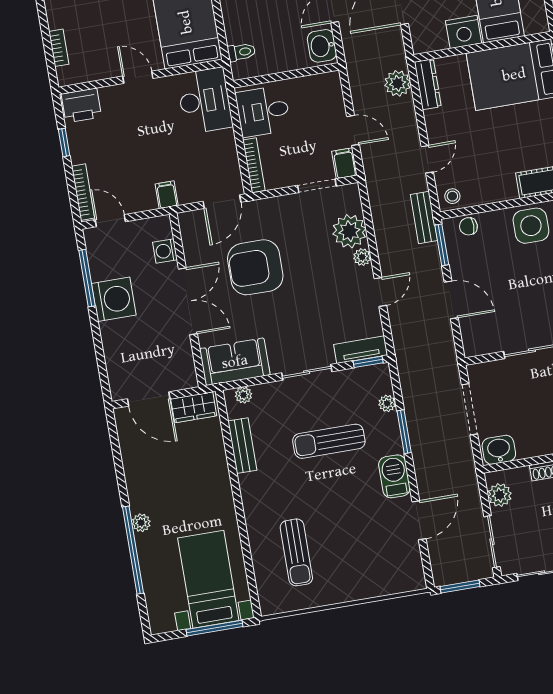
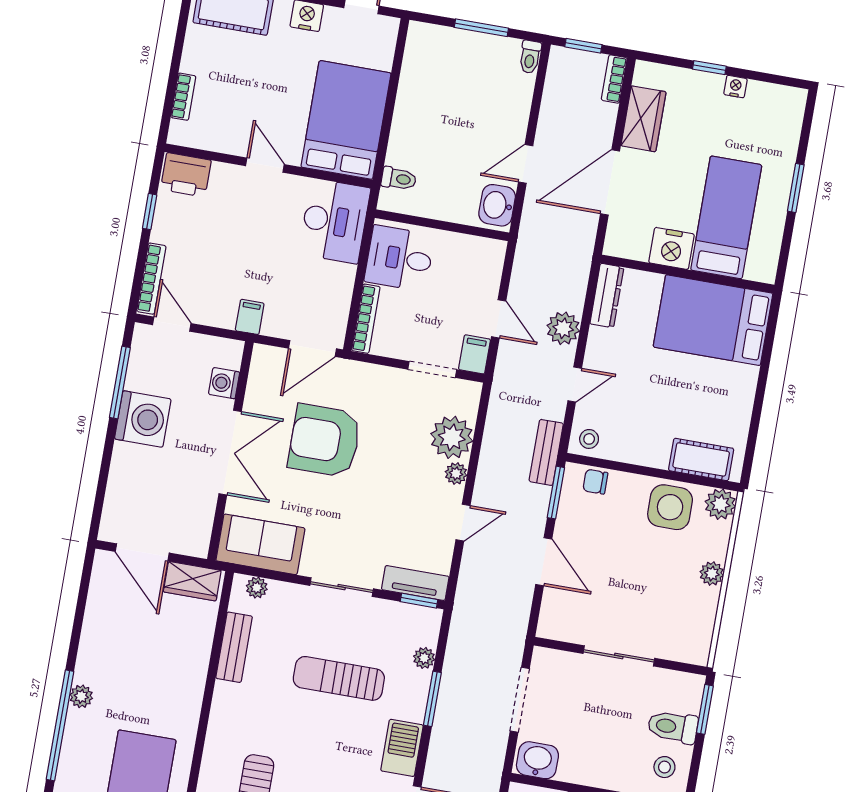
plant: (398, 83) -> (563, 328), moved

